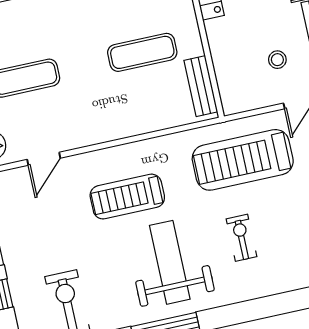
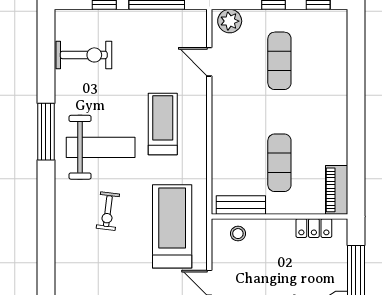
stool: (277, 60) -> (238, 234), moved
exercise bike: (241, 238) -> (108, 211), turned 97

